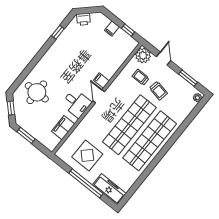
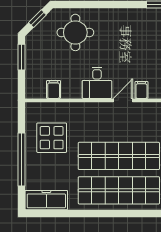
filing cabinet: (63, 128) -> (54, 89), width x0.50
freezer: (109, 189) -> (46, 200), moved, turned -90

